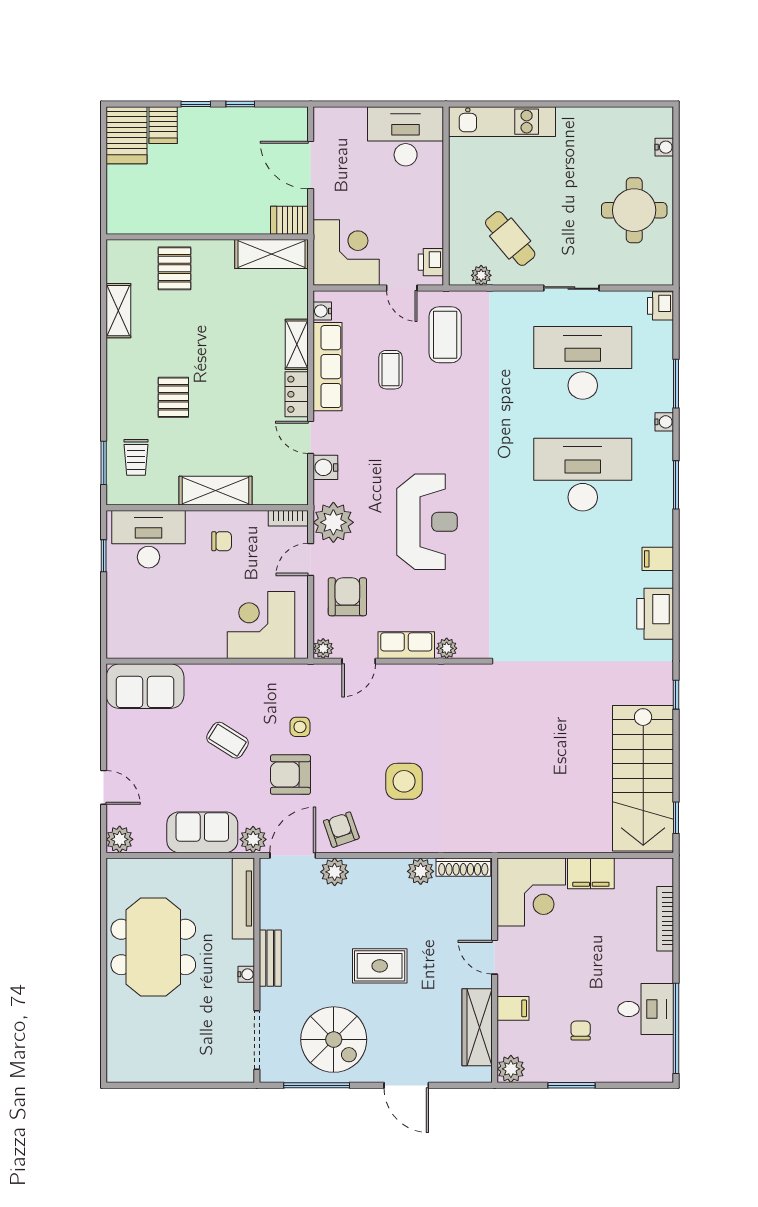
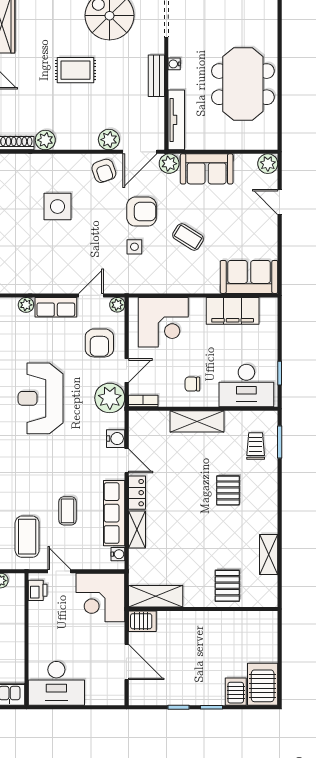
filing cabinet: (167, 640) -> (233, 311), added

